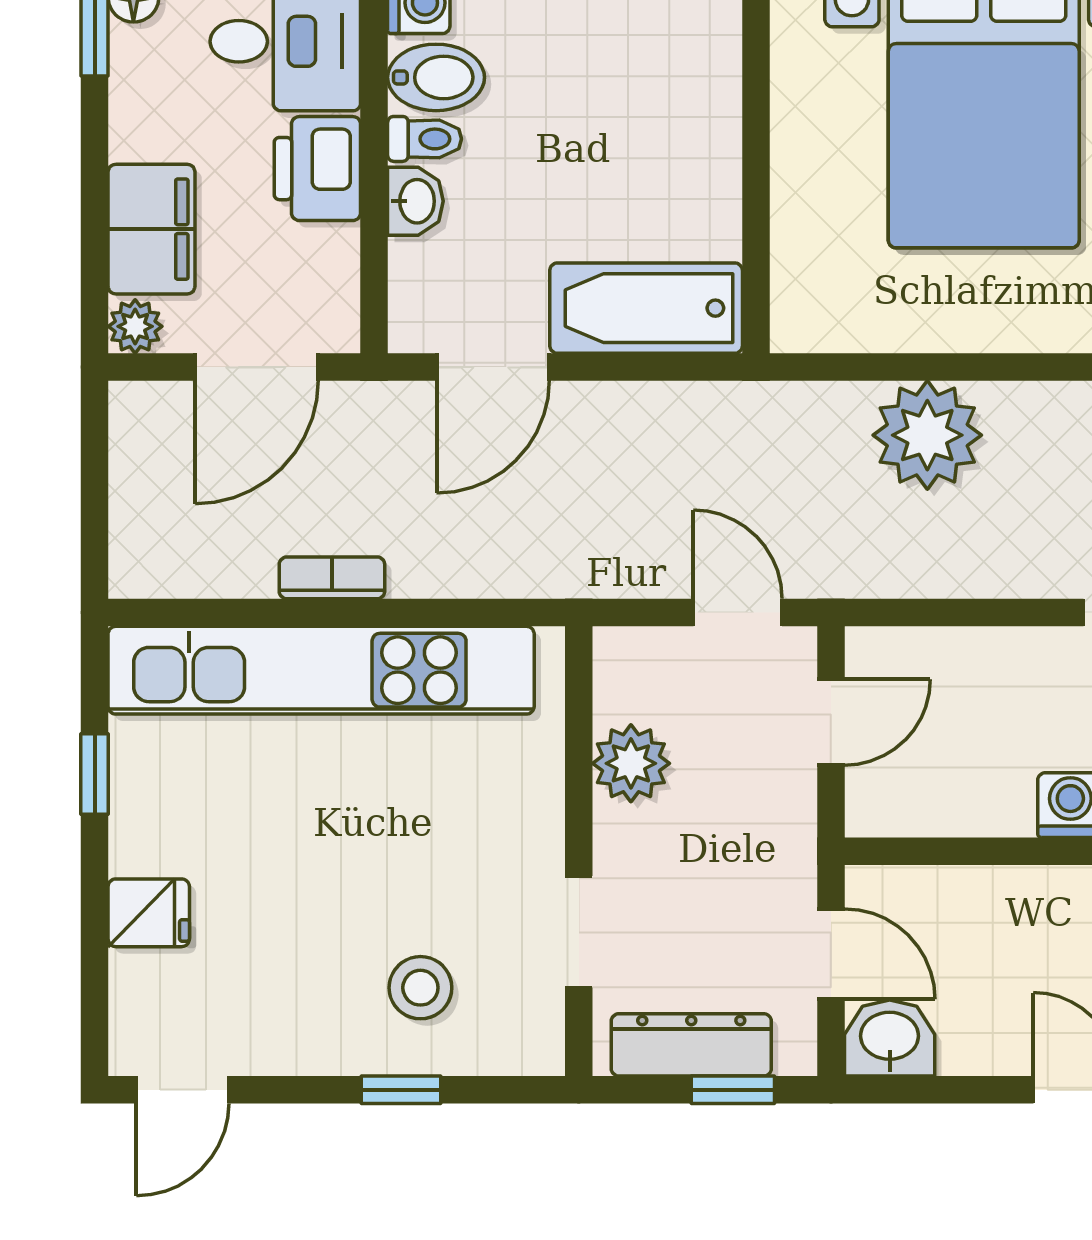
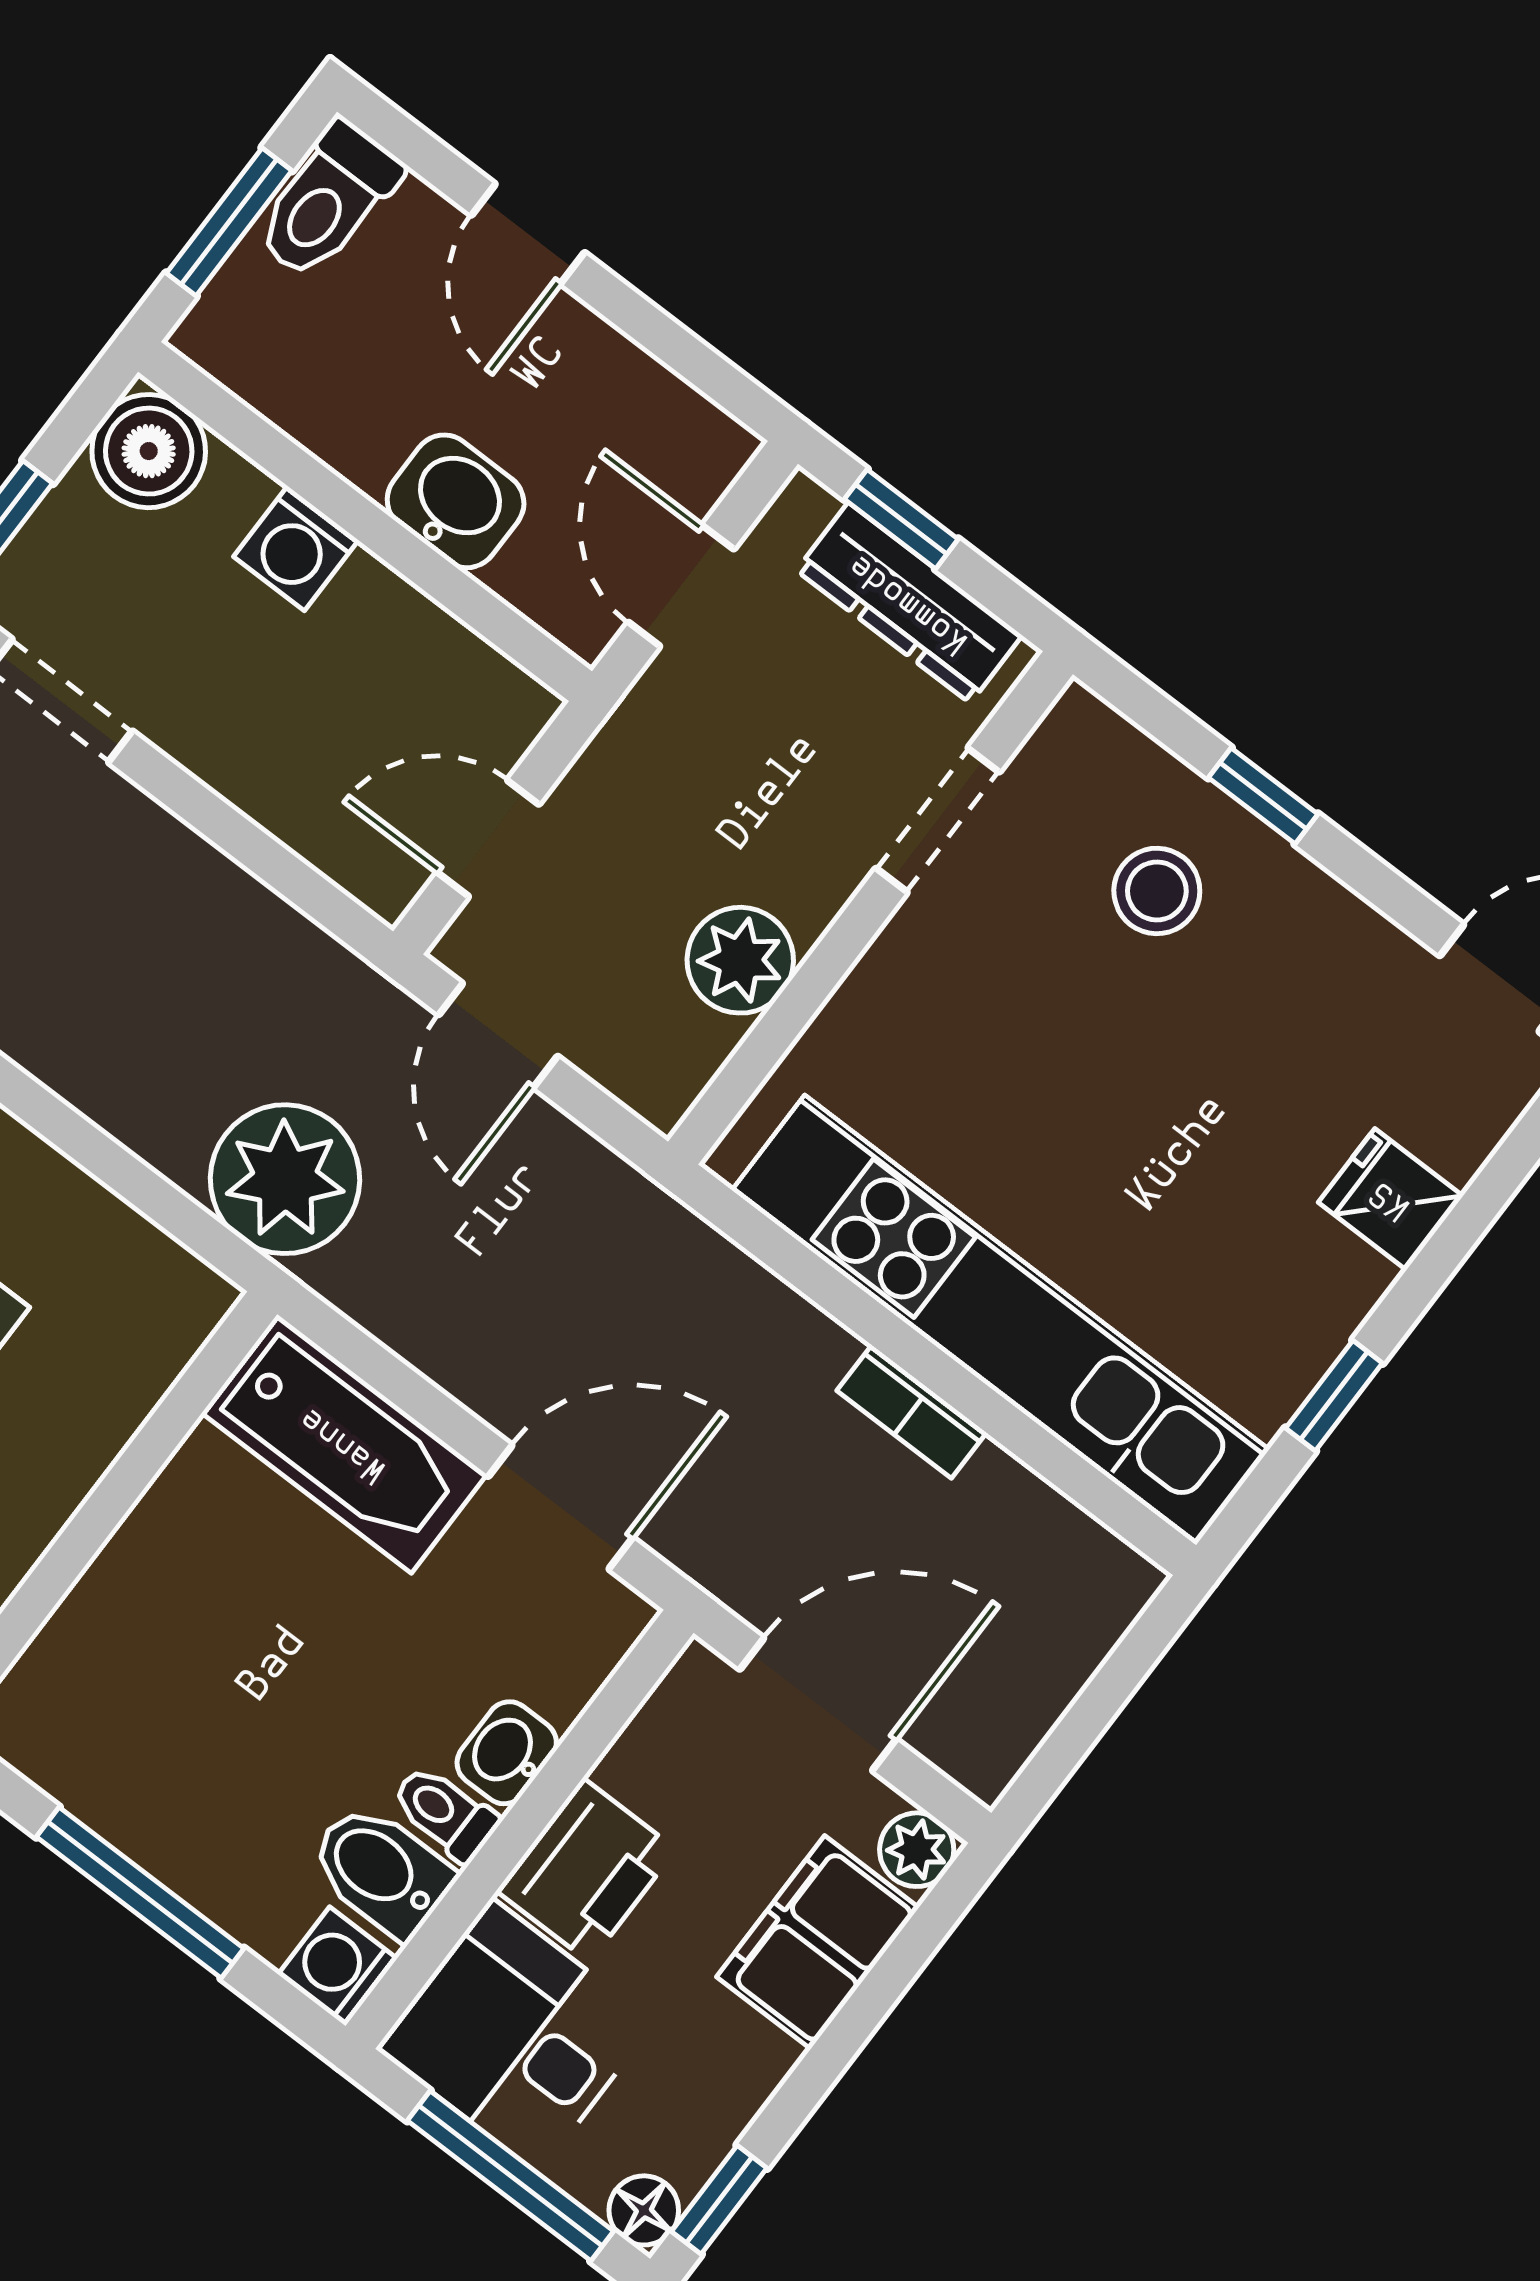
plant: (927, 435) -> (285, 1179), moved
washbasin: (890, 1038) -> (456, 501), moved, turned 180

